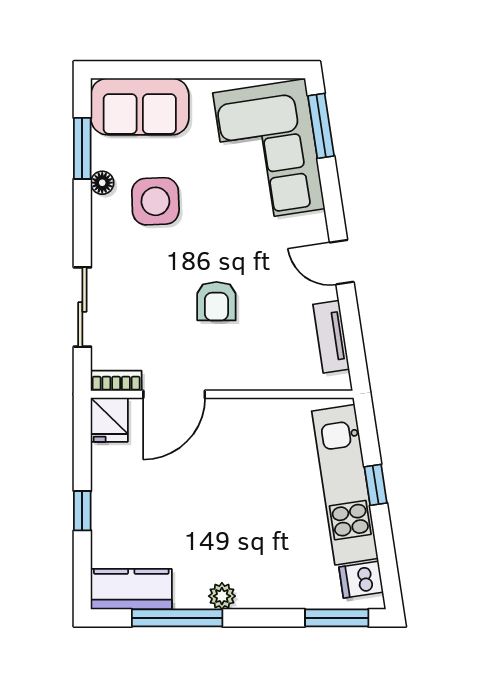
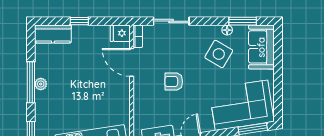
side table: (155, 201) -> (219, 54), turned 32
kitchen counter: (131, 589) -> (53, 34), moved, turned 90
window: (177, 618) -> (31, 82), moved

